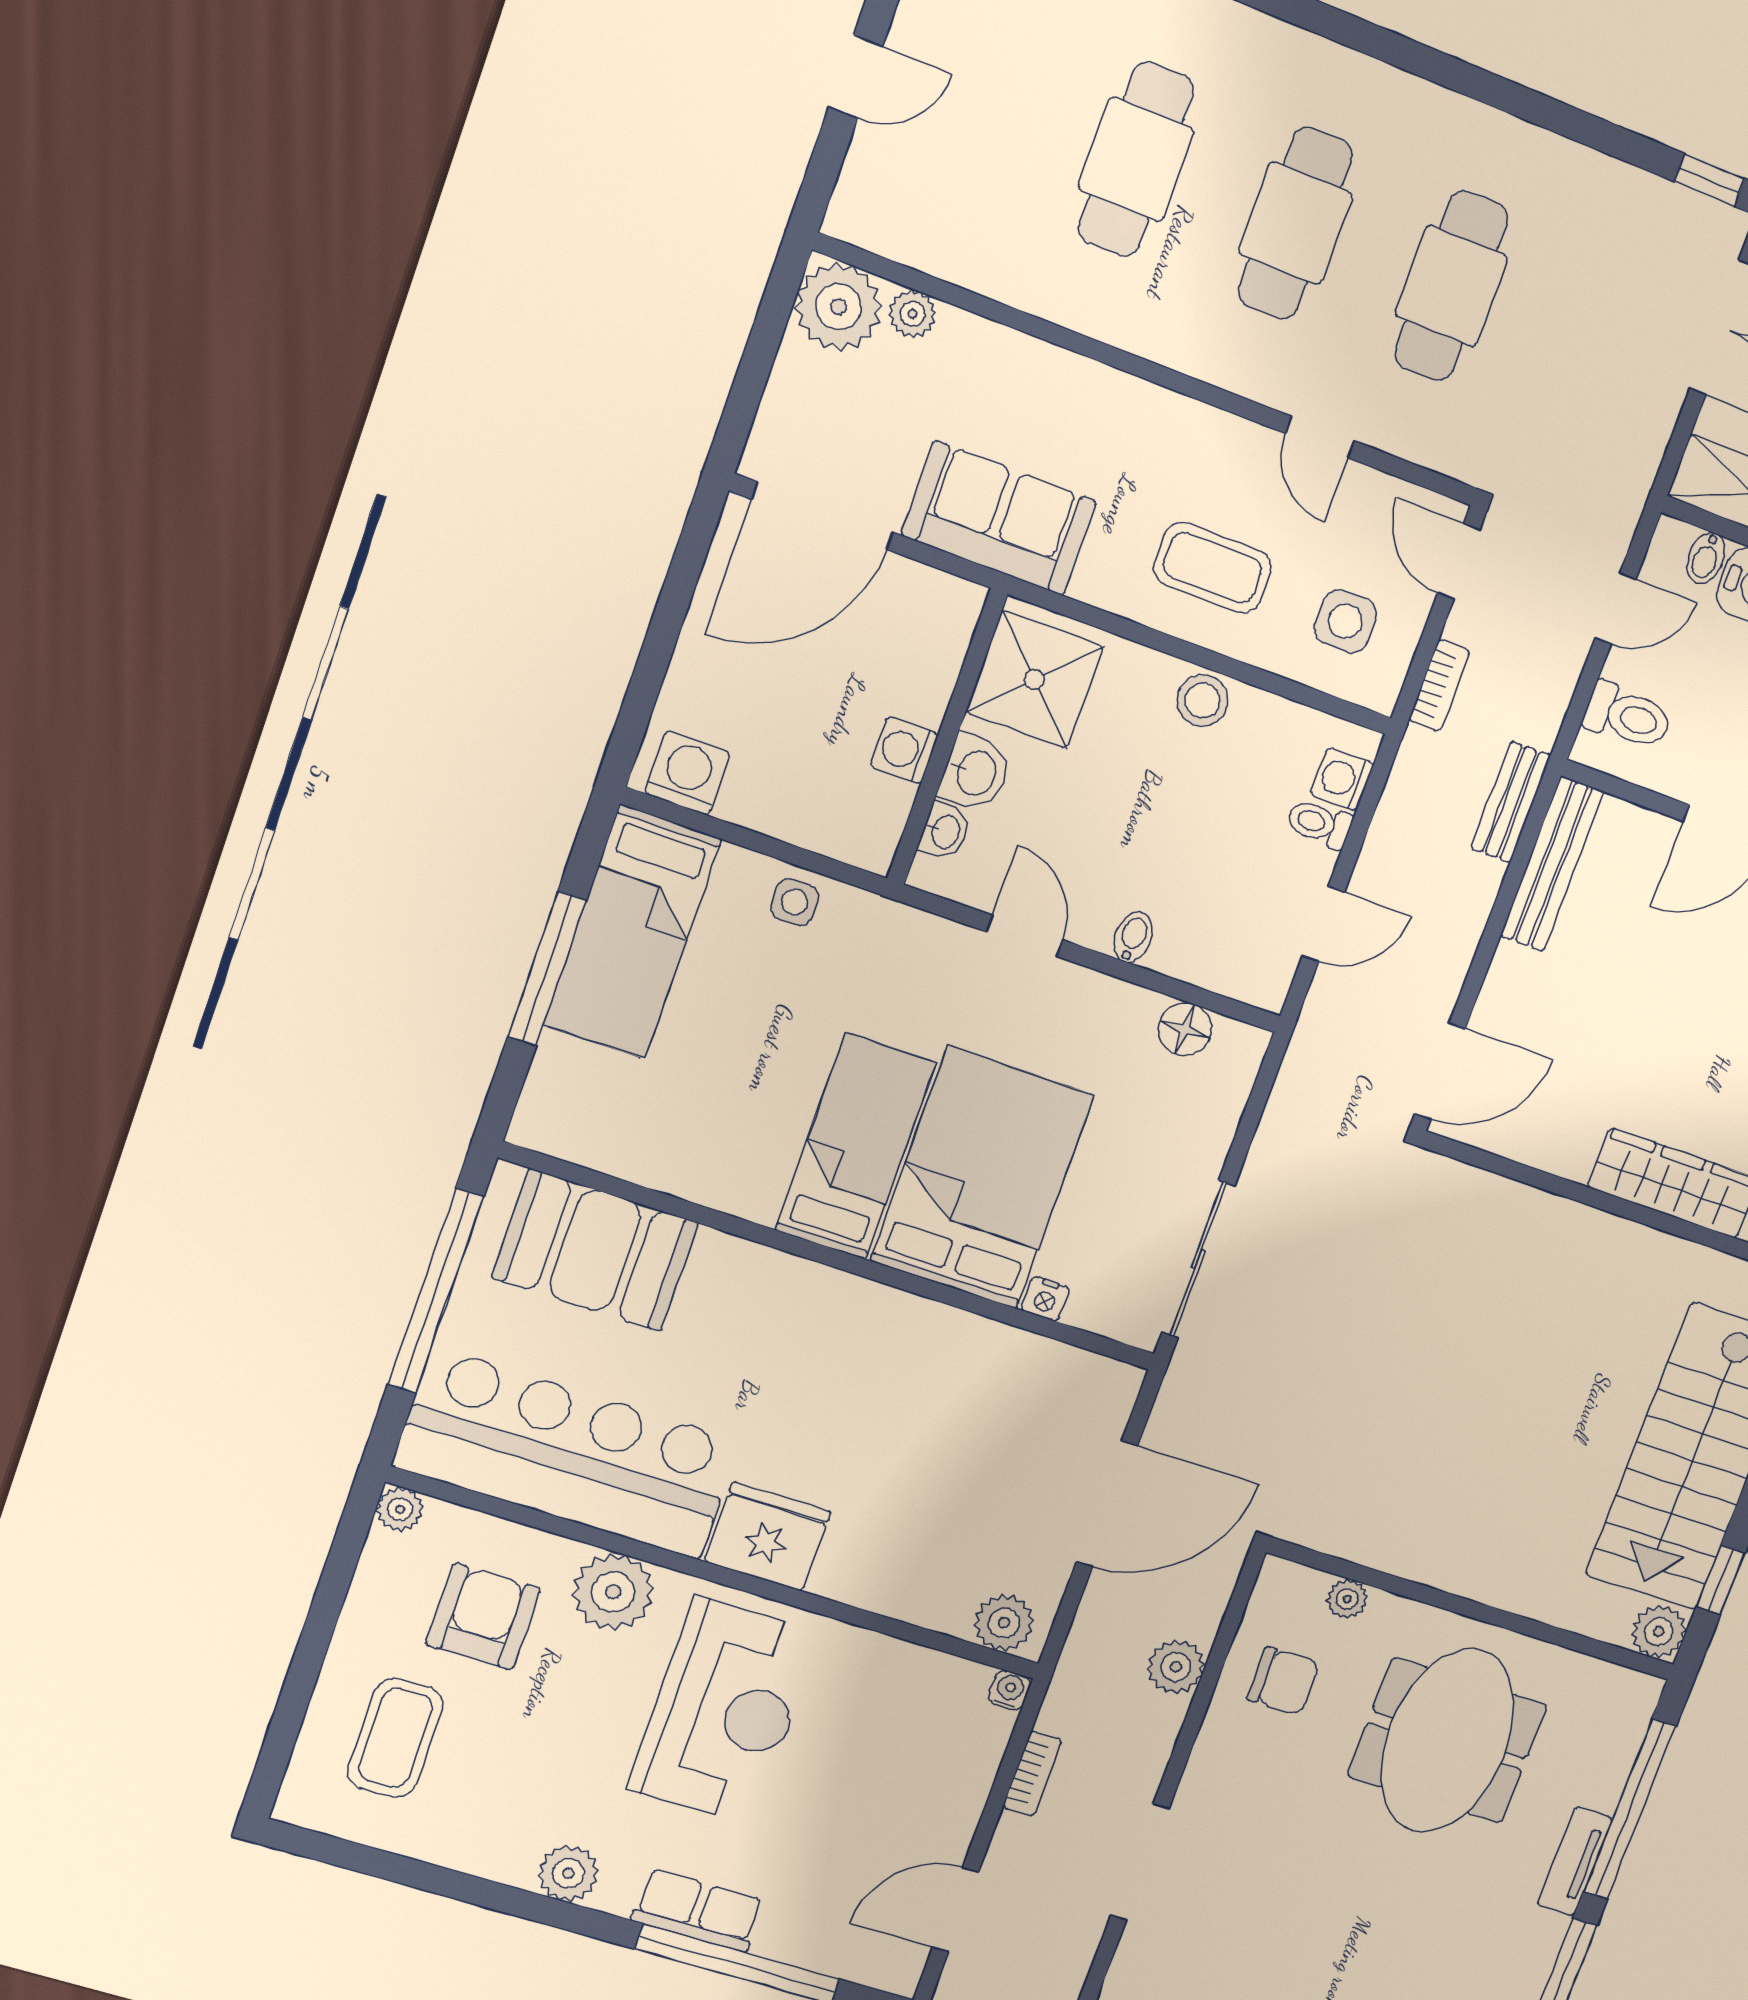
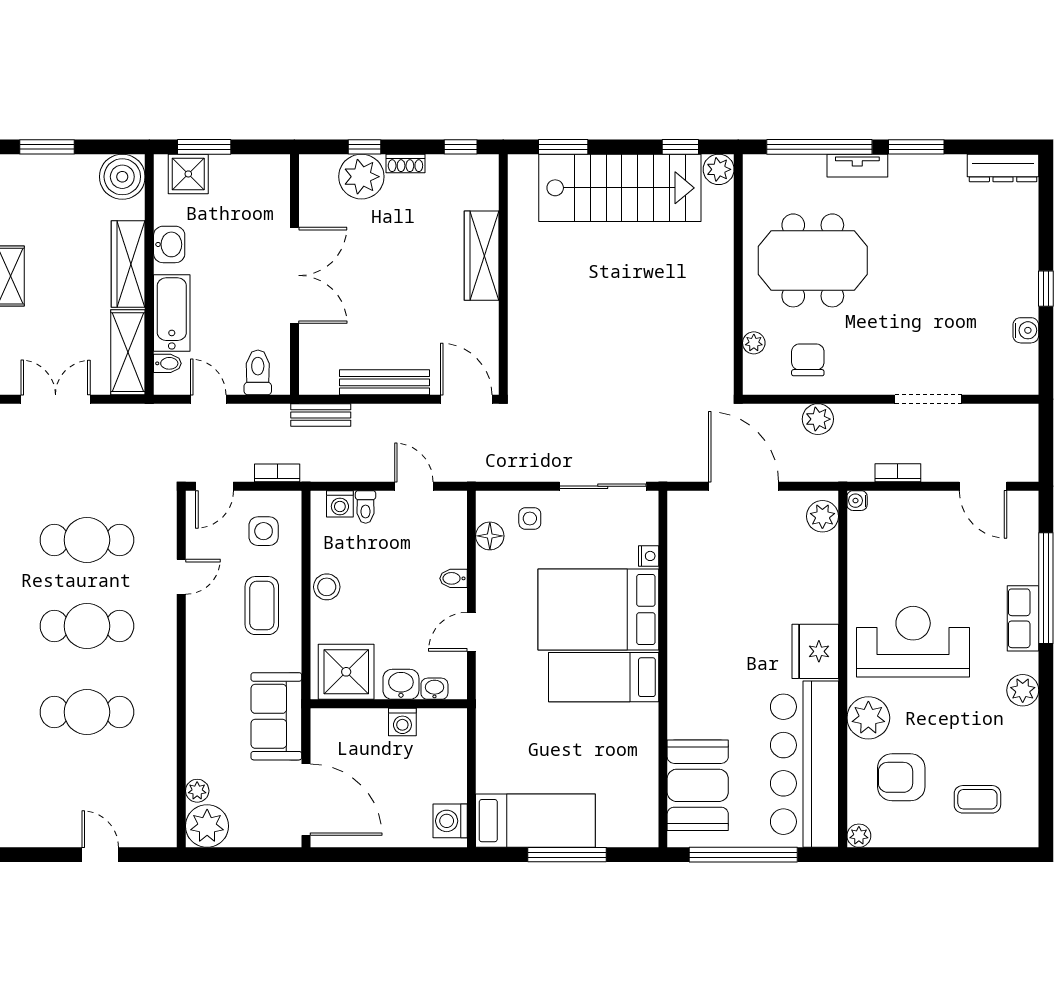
bench: (1552, 864) -> (385, 382), moved
side table: (795, 902) -> (530, 518), moved
coffee table: (395, 1738) -> (977, 799), width x0.73, depth x0.77

